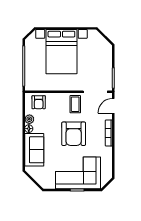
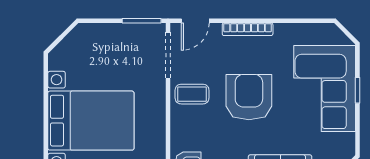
door: (113, 106) -> (195, 21), hinge flipped
armchair: (74, 134) -> (249, 97), turned -90

